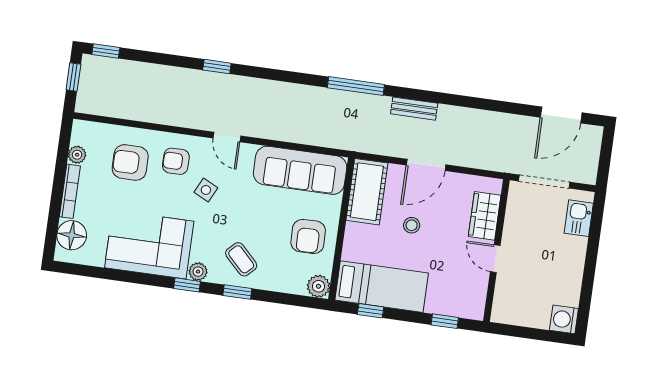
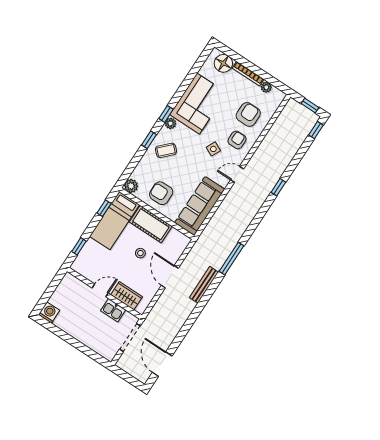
bench: (414, 109) -> (204, 285), width x1.36
cot: (367, 192) -> (151, 224), moved
kitchen sink: (579, 218) -> (113, 310), moved, turned 180

